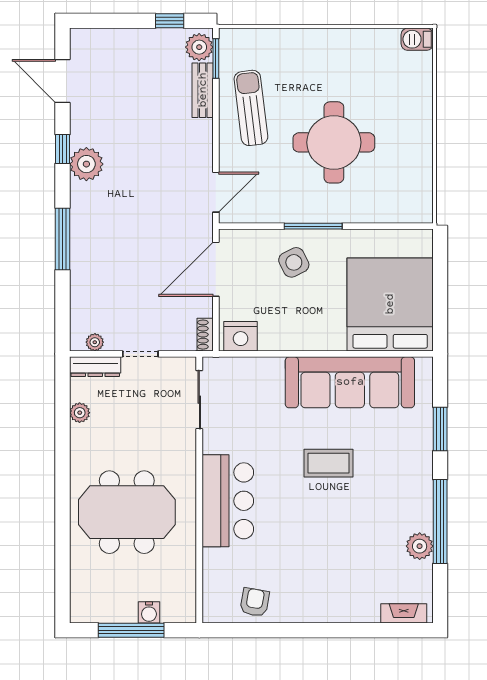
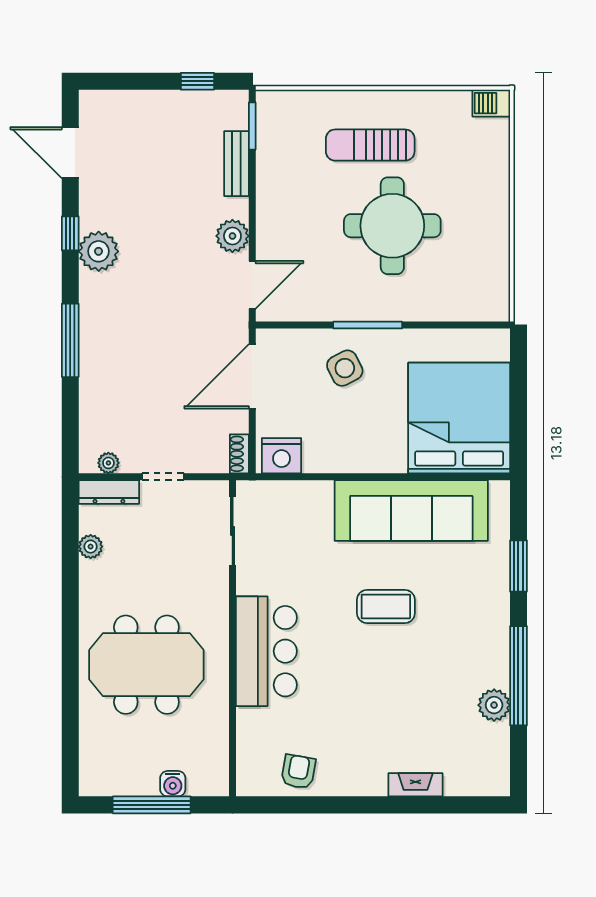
plant: (199, 47) -> (232, 236), moved
sun lounger: (251, 108) -> (370, 145), moved, turned -83
fireplace: (404, 613) -> (415, 785), moved

